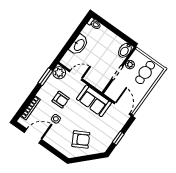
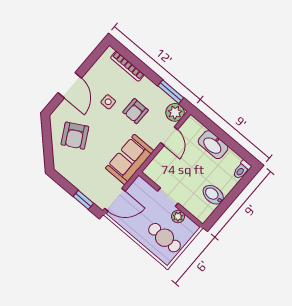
bidet: (125, 50) -> (213, 195), moved
door: (33, 136) -> (70, 85), moved
window: (118, 138) -> (83, 200), moved

